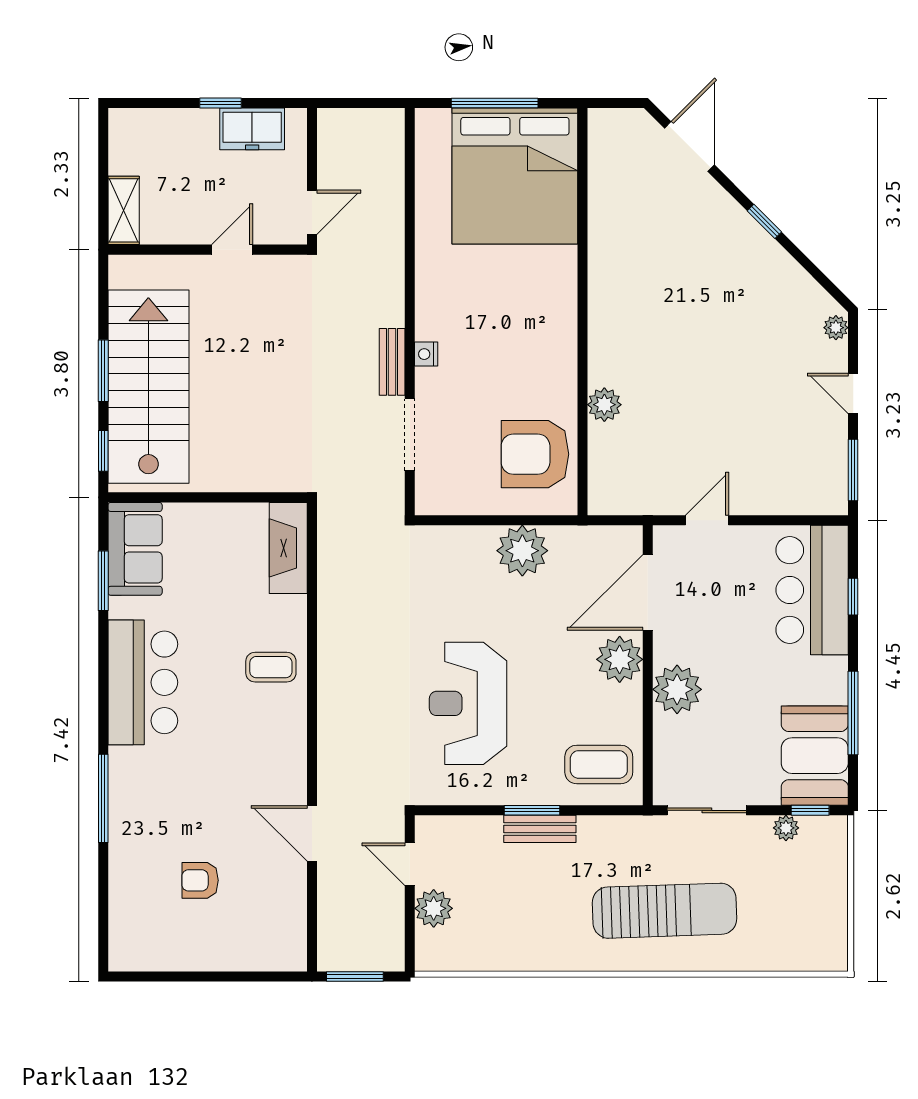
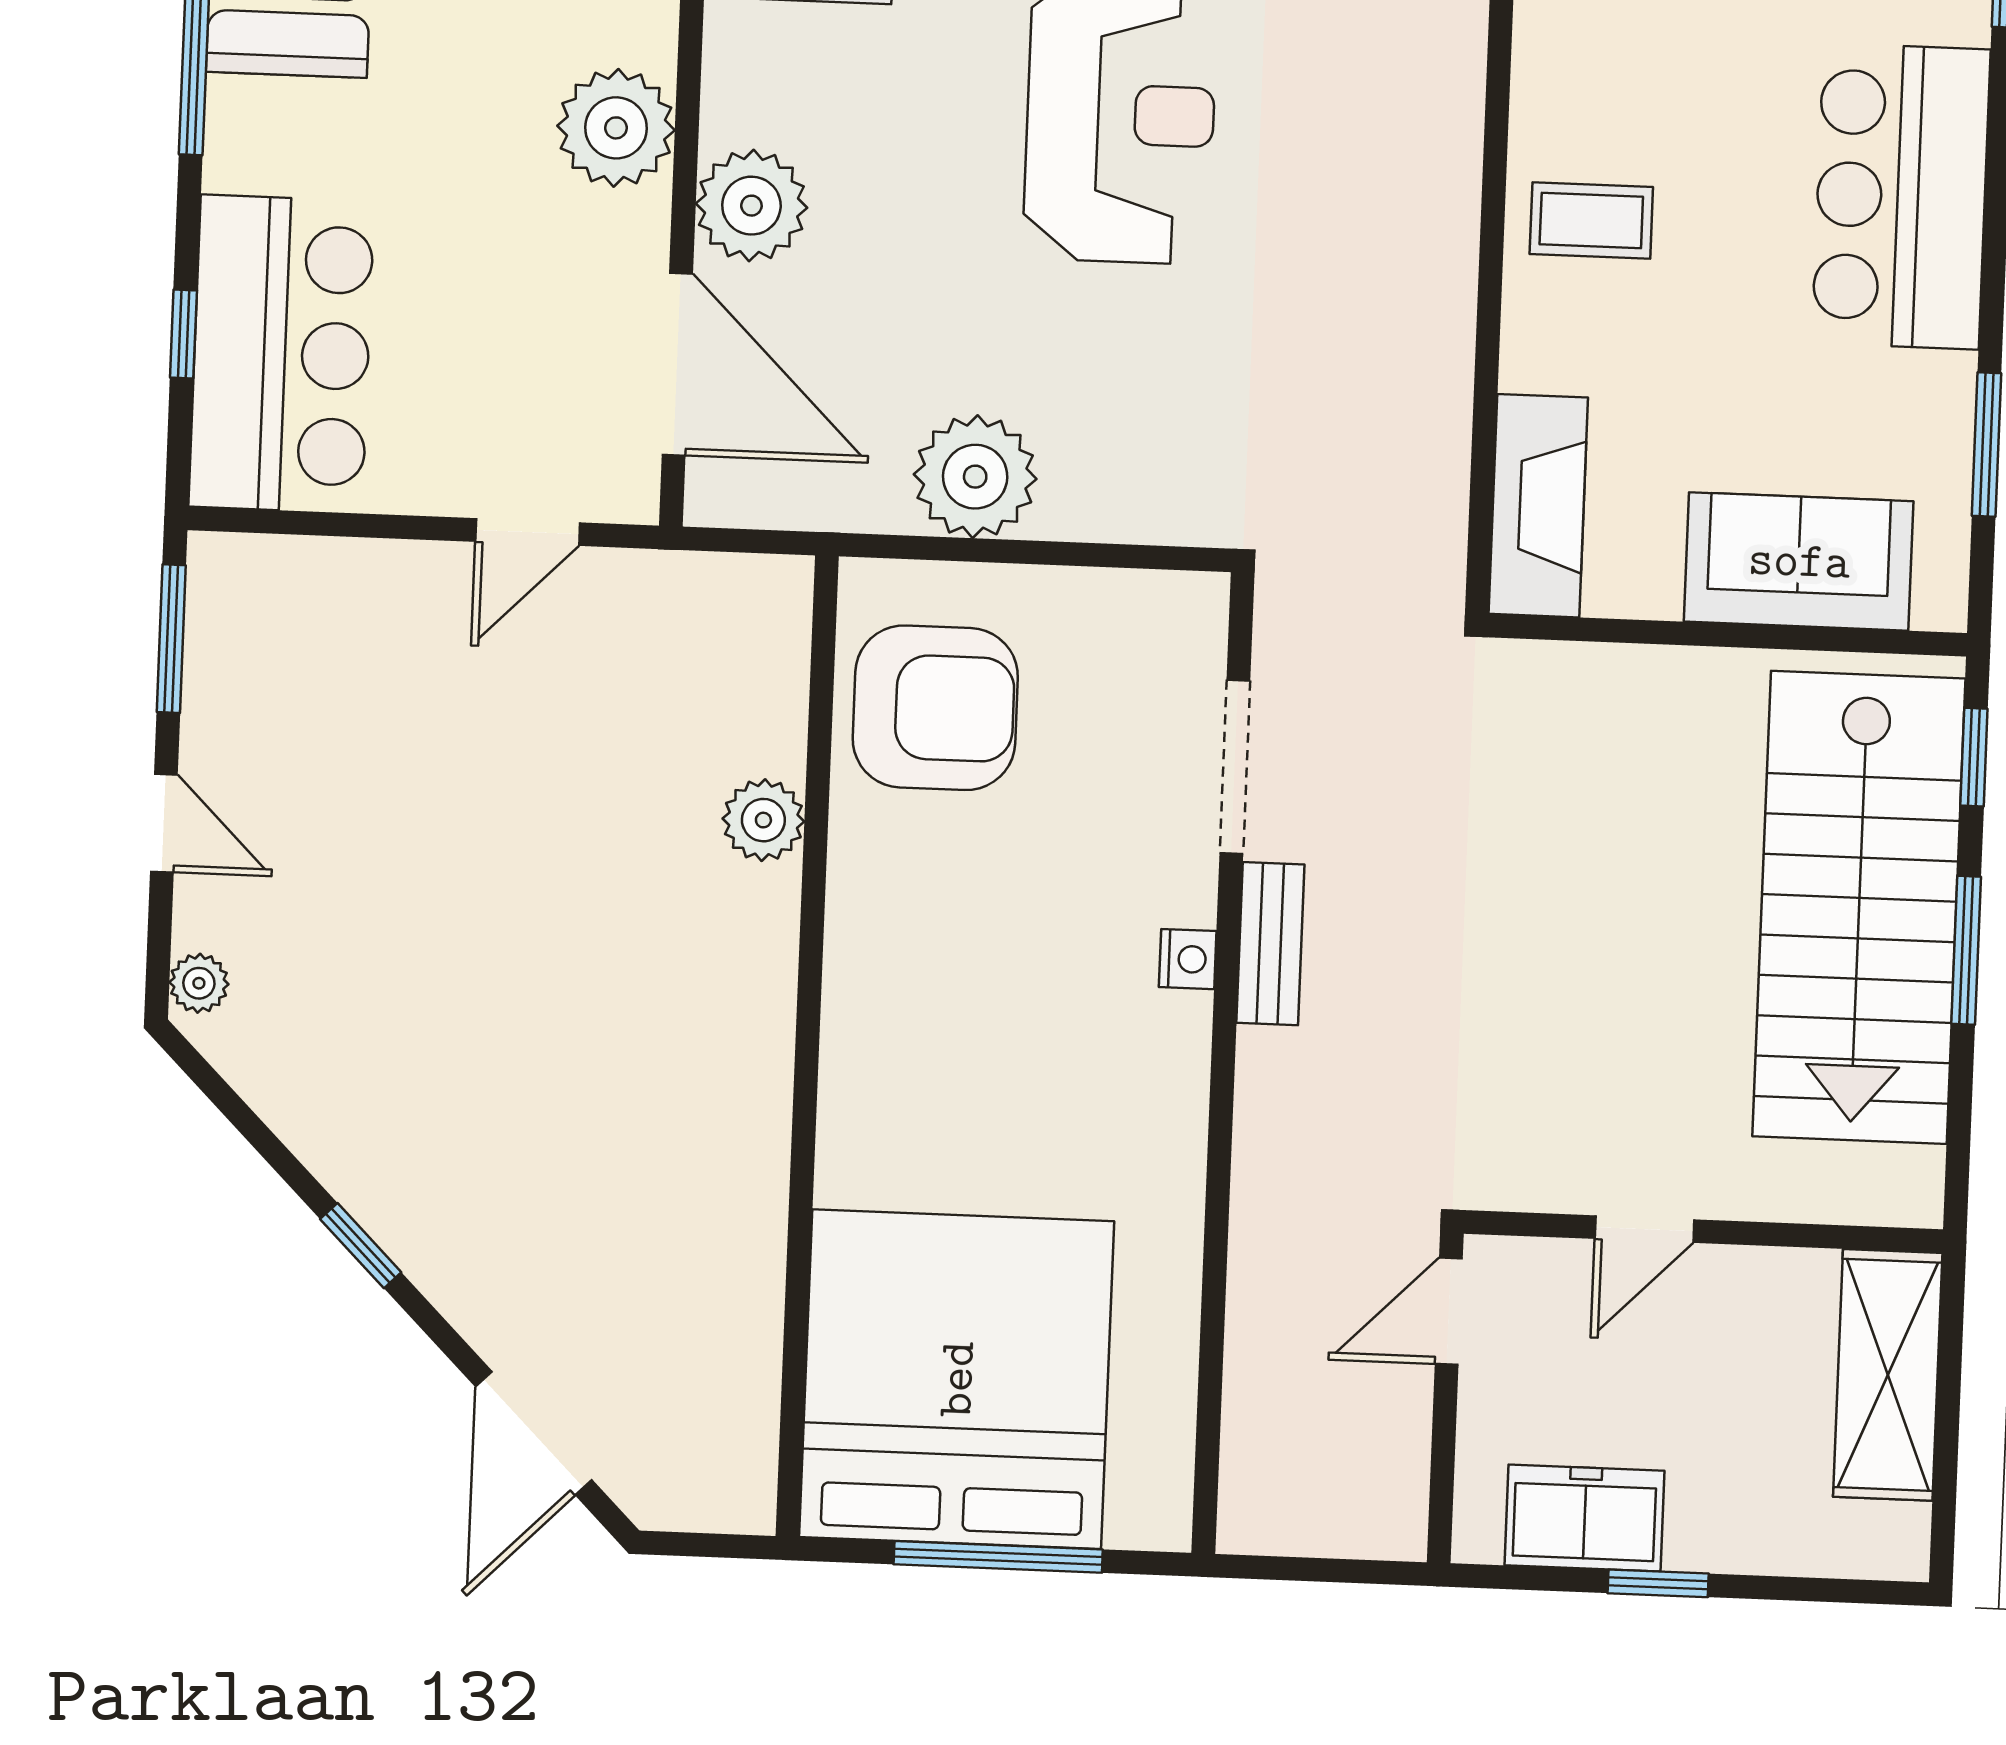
shelving: (124, 210) -> (1888, 1375), width x1.50, depth x1.33
sofa: (135, 549) -> (1799, 561), moved, turned 90
door: (648, 592) -> (677, 364), hinge flipped

